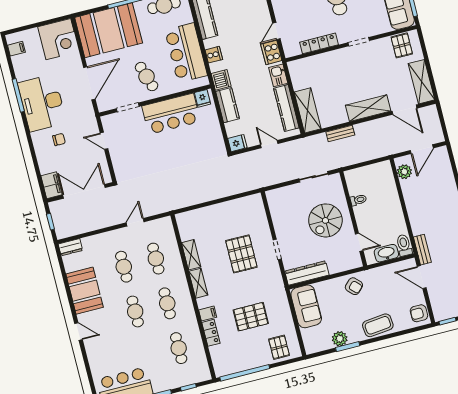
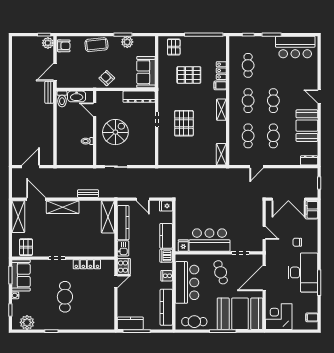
plant: (404, 172) -> (48, 43), moved
shelving: (191, 255) -> (221, 154), moved
door: (422, 277) -> (55, 72), swing flipped

